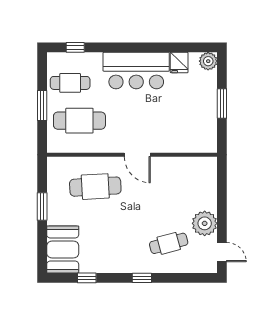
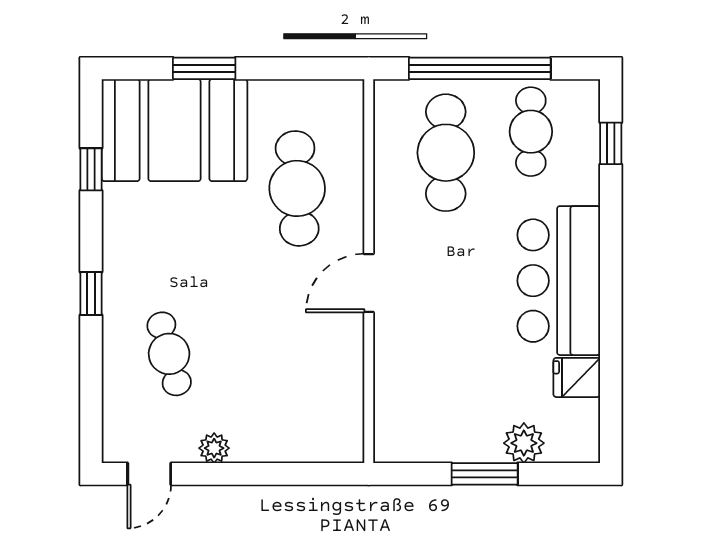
plant: (208, 61) -> (524, 443), moved
window: (42, 106) -> (480, 68), width x2.11
window: (42, 206) -> (204, 68), moved
plant: (205, 223) -> (214, 448), width x0.53, depth x0.53
booth: (63, 250) -> (174, 130), width x1.36, depth x1.42

